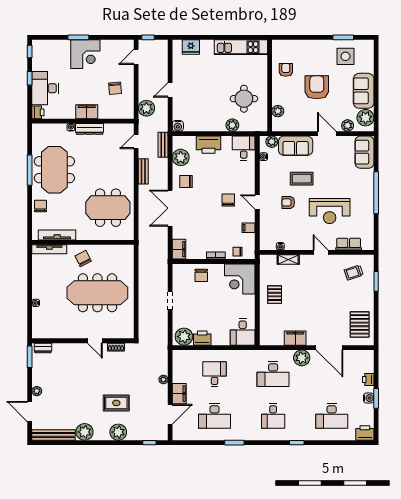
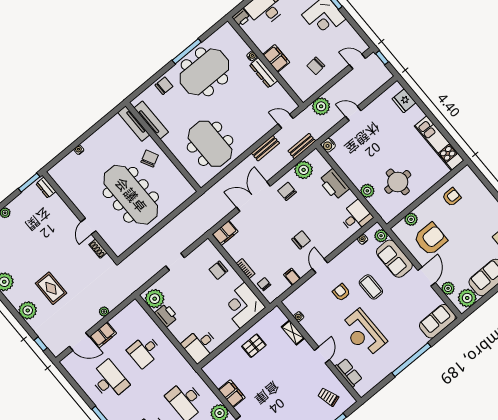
armchair: (317, 87) -> (431, 239), moved
desk: (215, 374) -> (144, 351), turned 180
desk: (215, 416) -> (109, 380), turned 180

